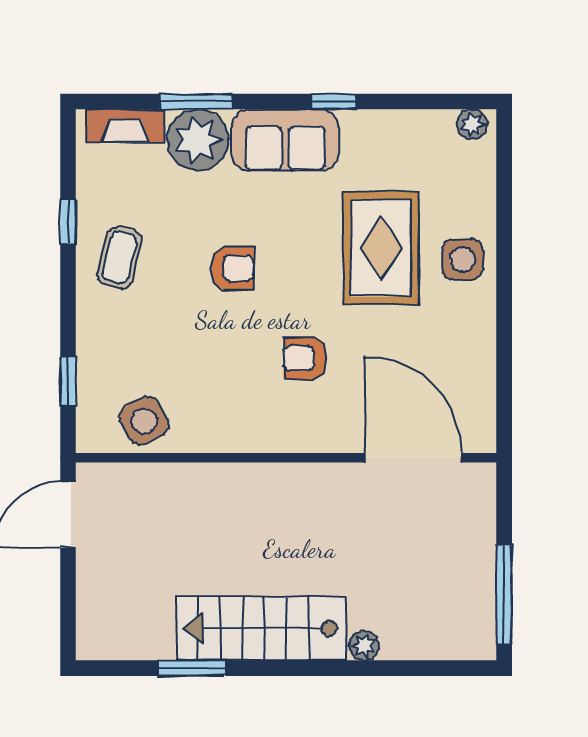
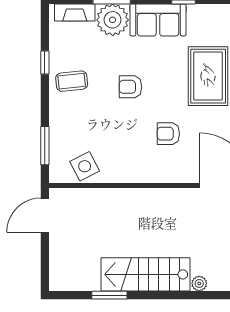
coffee table: (119, 258) -> (72, 81), turned 70
armchair: (232, 268) -> (131, 87), turned 180
window: (68, 381) -> (45, 146), width x1.50

